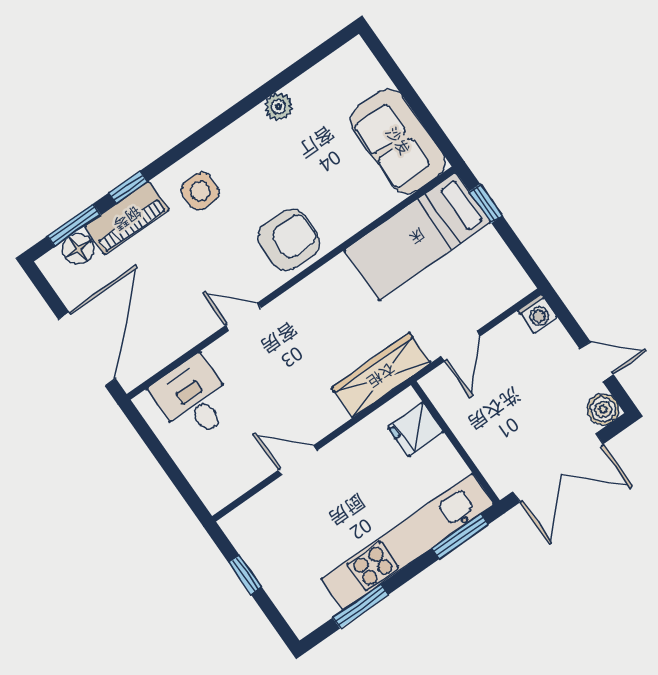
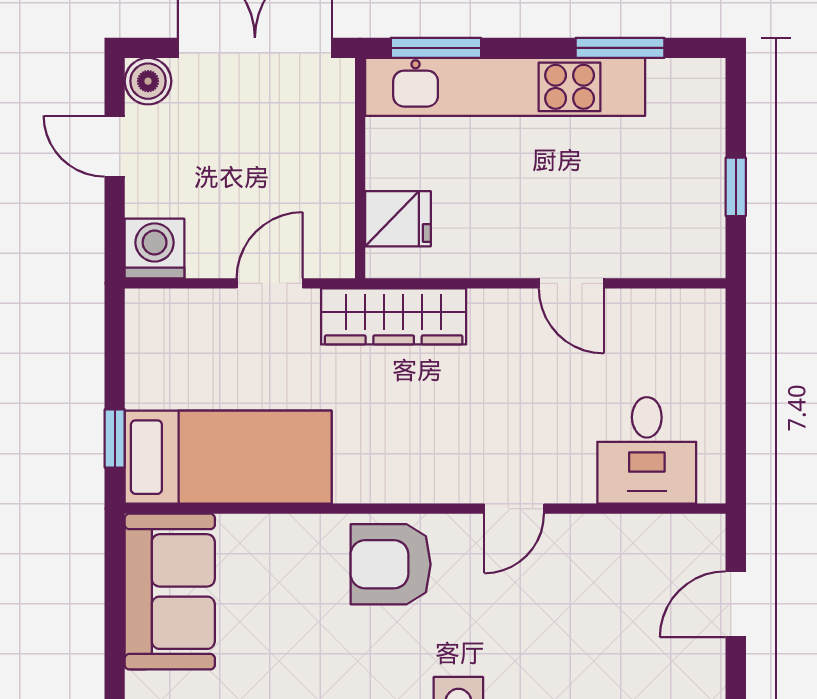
washing machine: (538, 314) -> (155, 248), width x1.38, depth x1.38
door: (243, 317) -> (514, 509), hinge flipped
door: (87, 349) -> (736, 604), width x0.53

